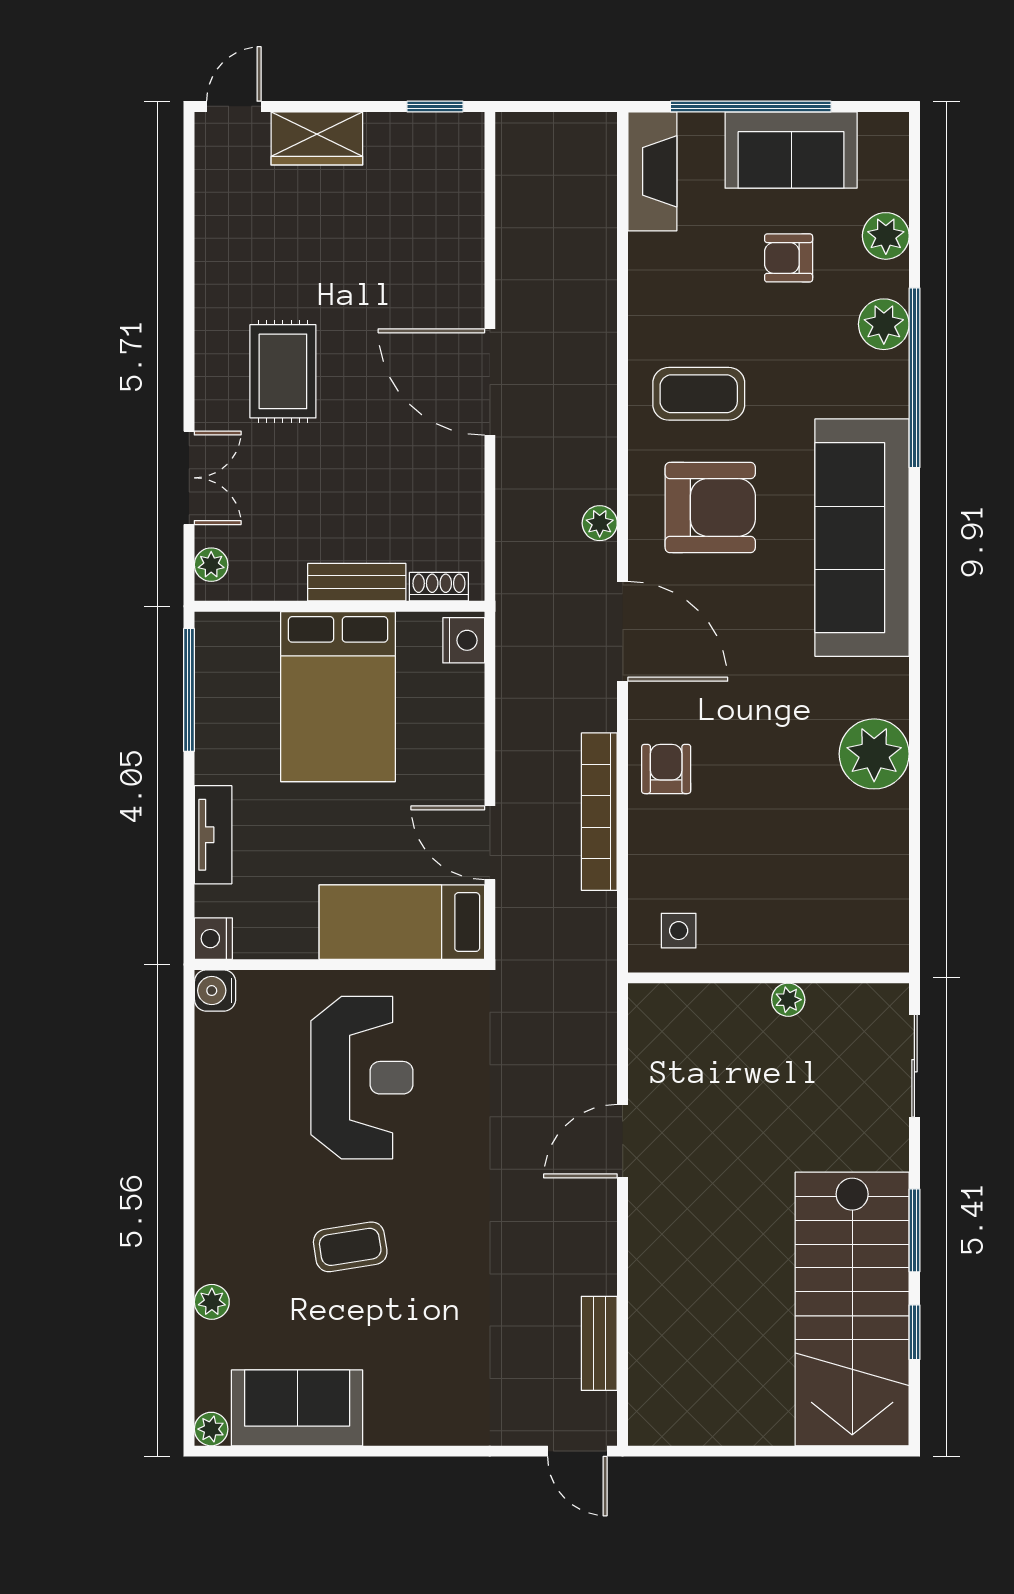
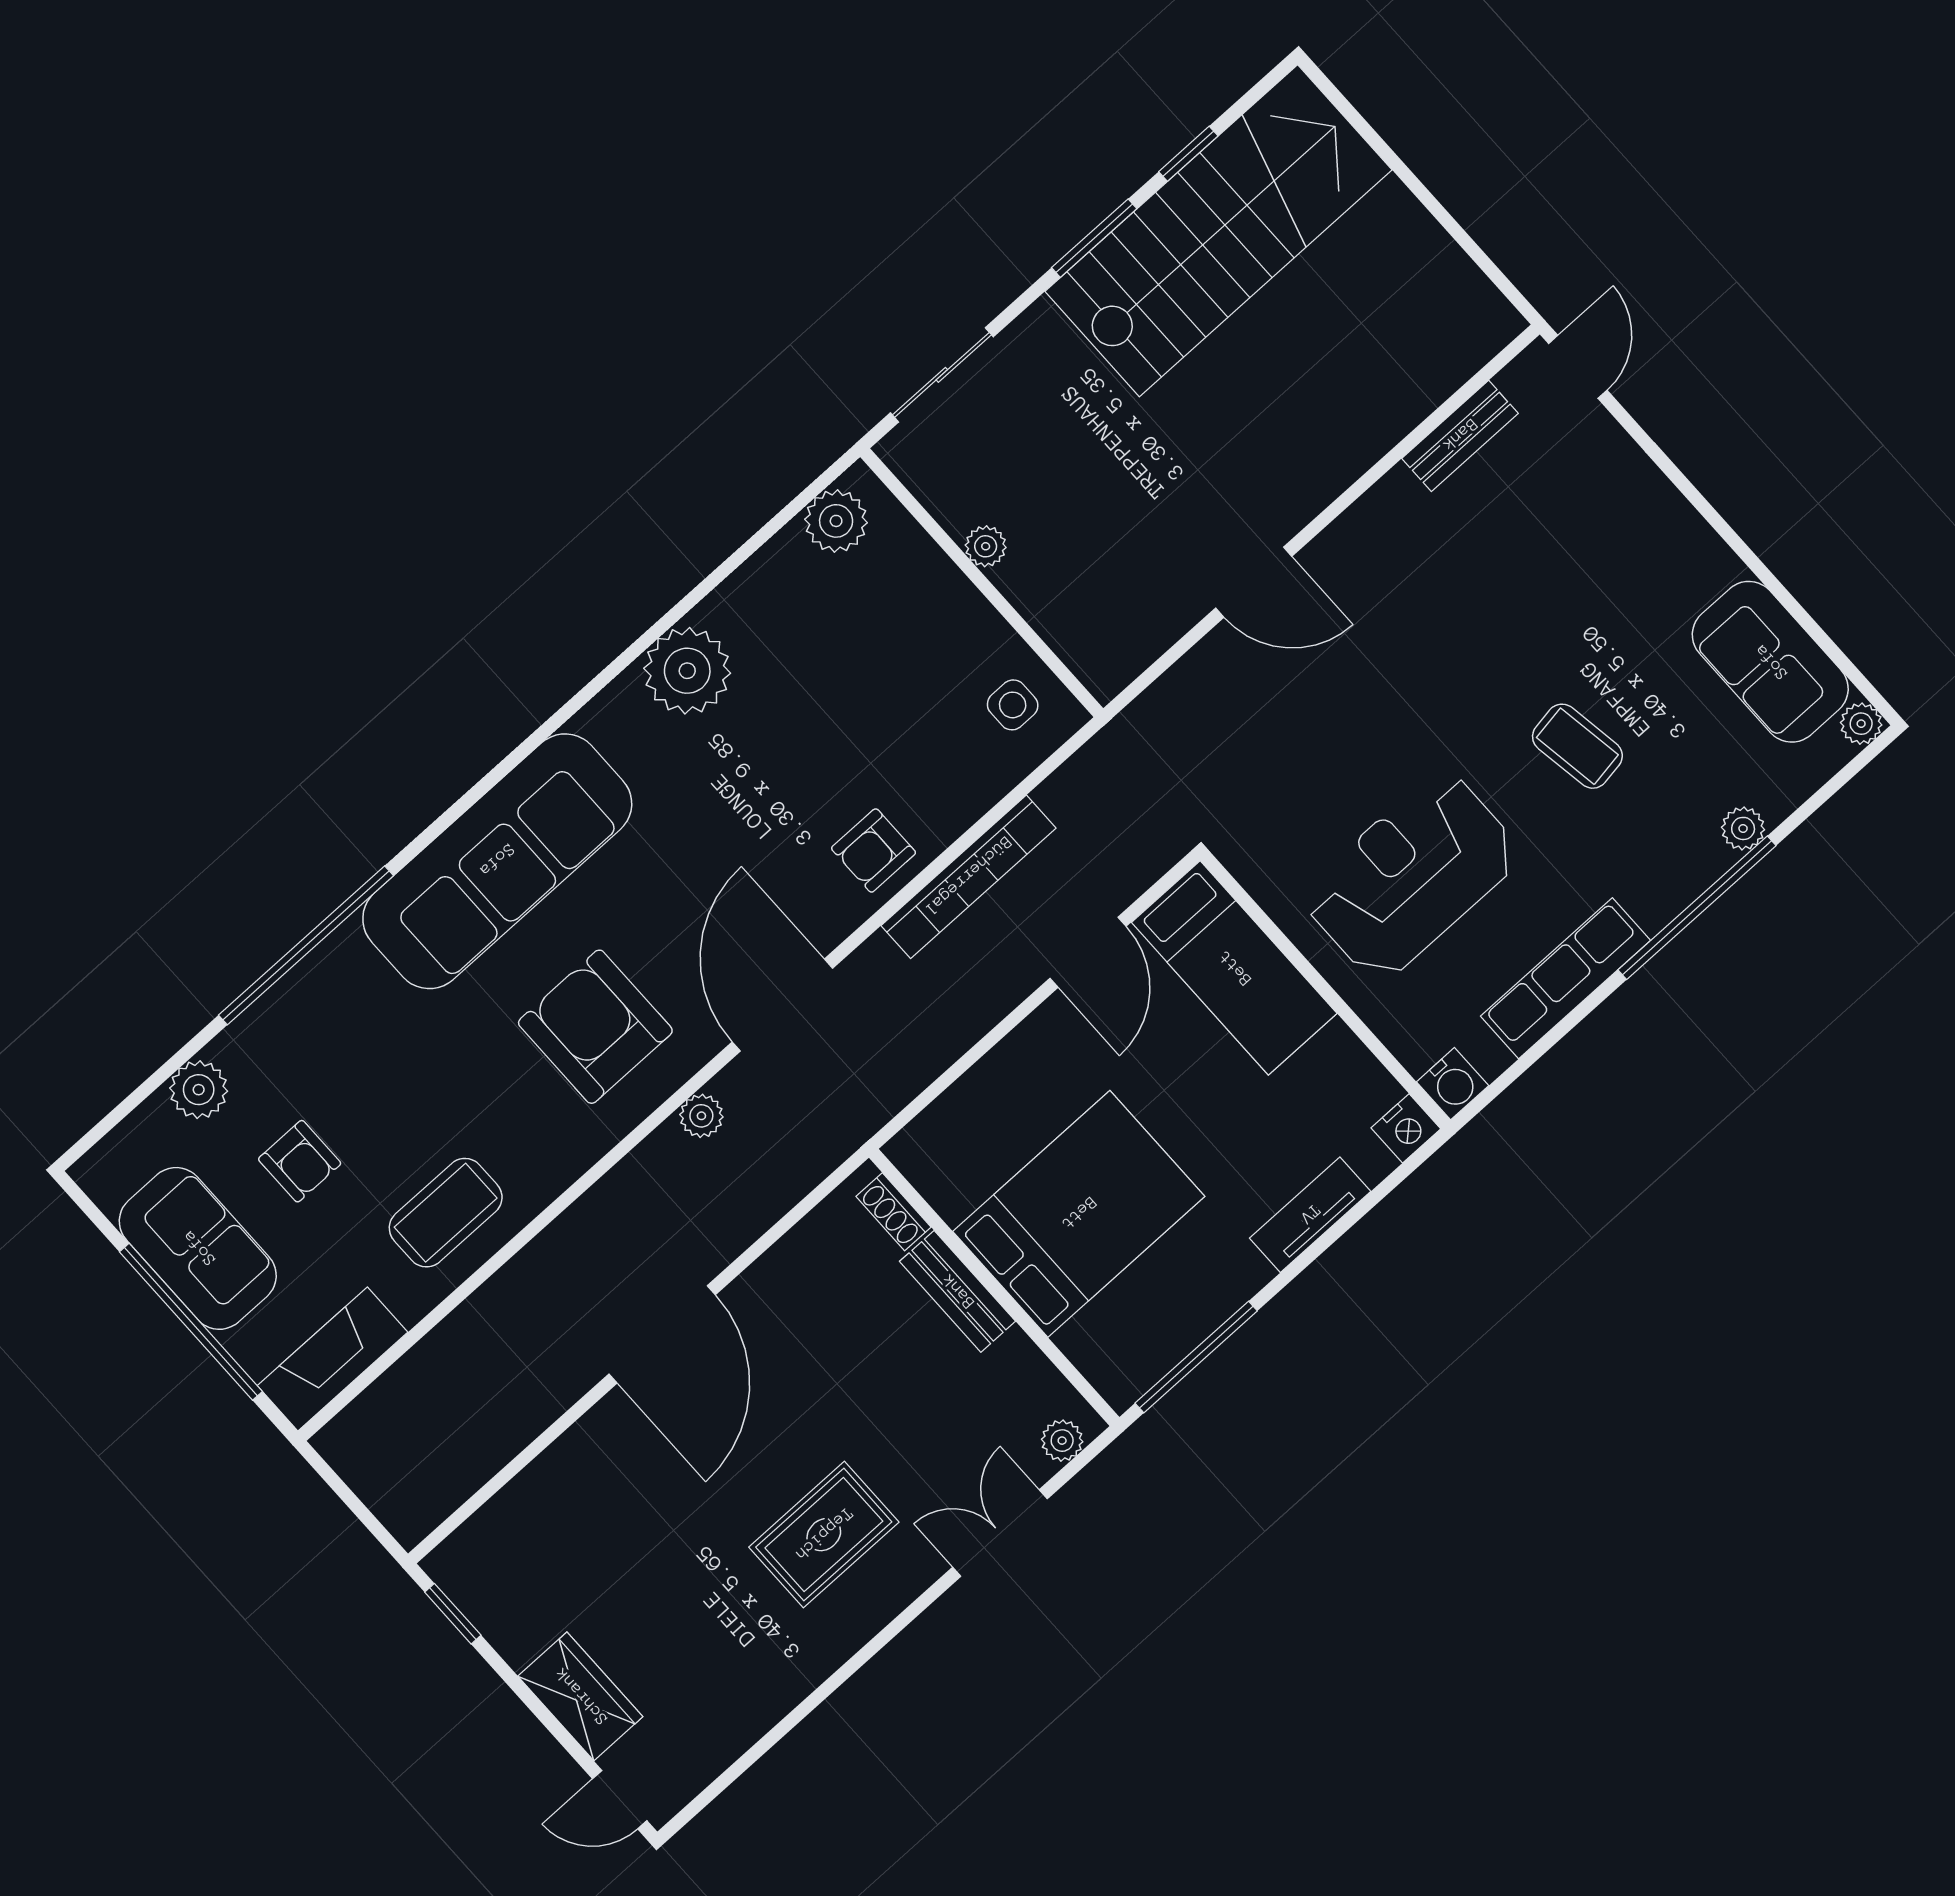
plant: (884, 324) -> (836, 521), moved
coffee table: (699, 394) -> (446, 1213), moved, turned 90
nightstand: (464, 640) -> (923, 1144), removed
row of seats: (217, 1115) -> (1565, 978), added
window: (189, 1232) -> (1697, 908), added

